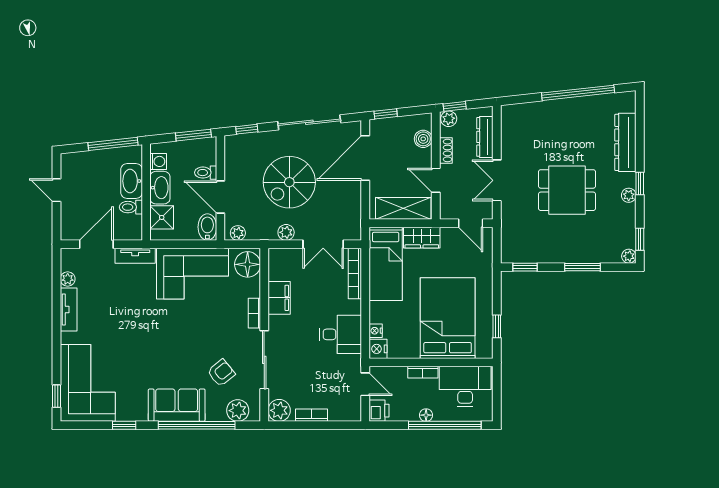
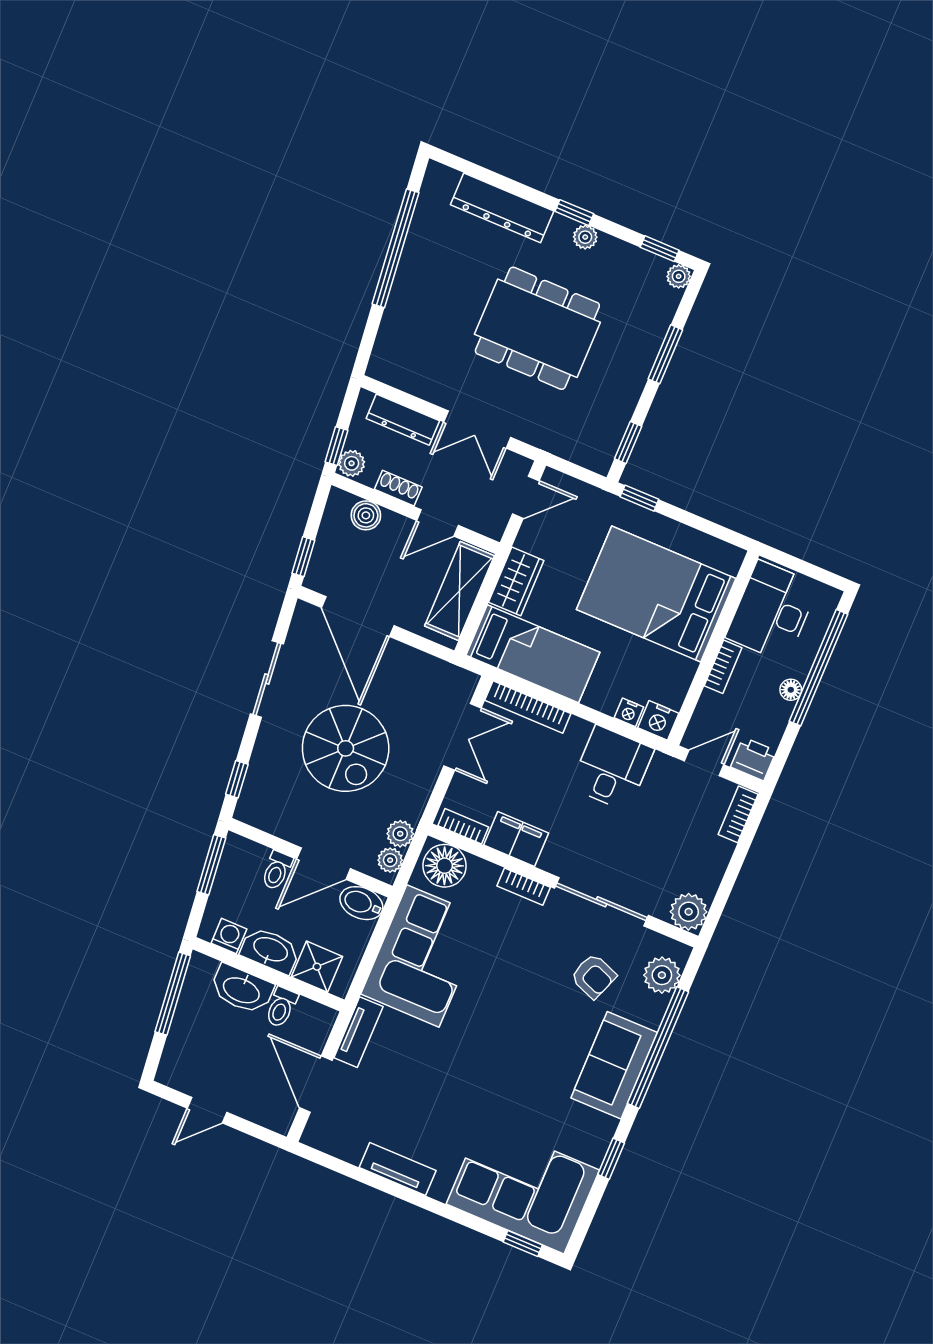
sliding door: (309, 122) -> (267, 679), width x0.73
dining table: (567, 190) -> (537, 328), width x1.38
plant: (286, 232) -> (400, 834), moved
bookcase: (274, 266) -> (463, 826), added
plant: (68, 279) -> (350, 1151), removed
window: (497, 326) -> (639, 498), moved
armchair: (221, 373) -> (593, 976), turned 150
bookcase: (312, 415) -> (738, 814), moved

